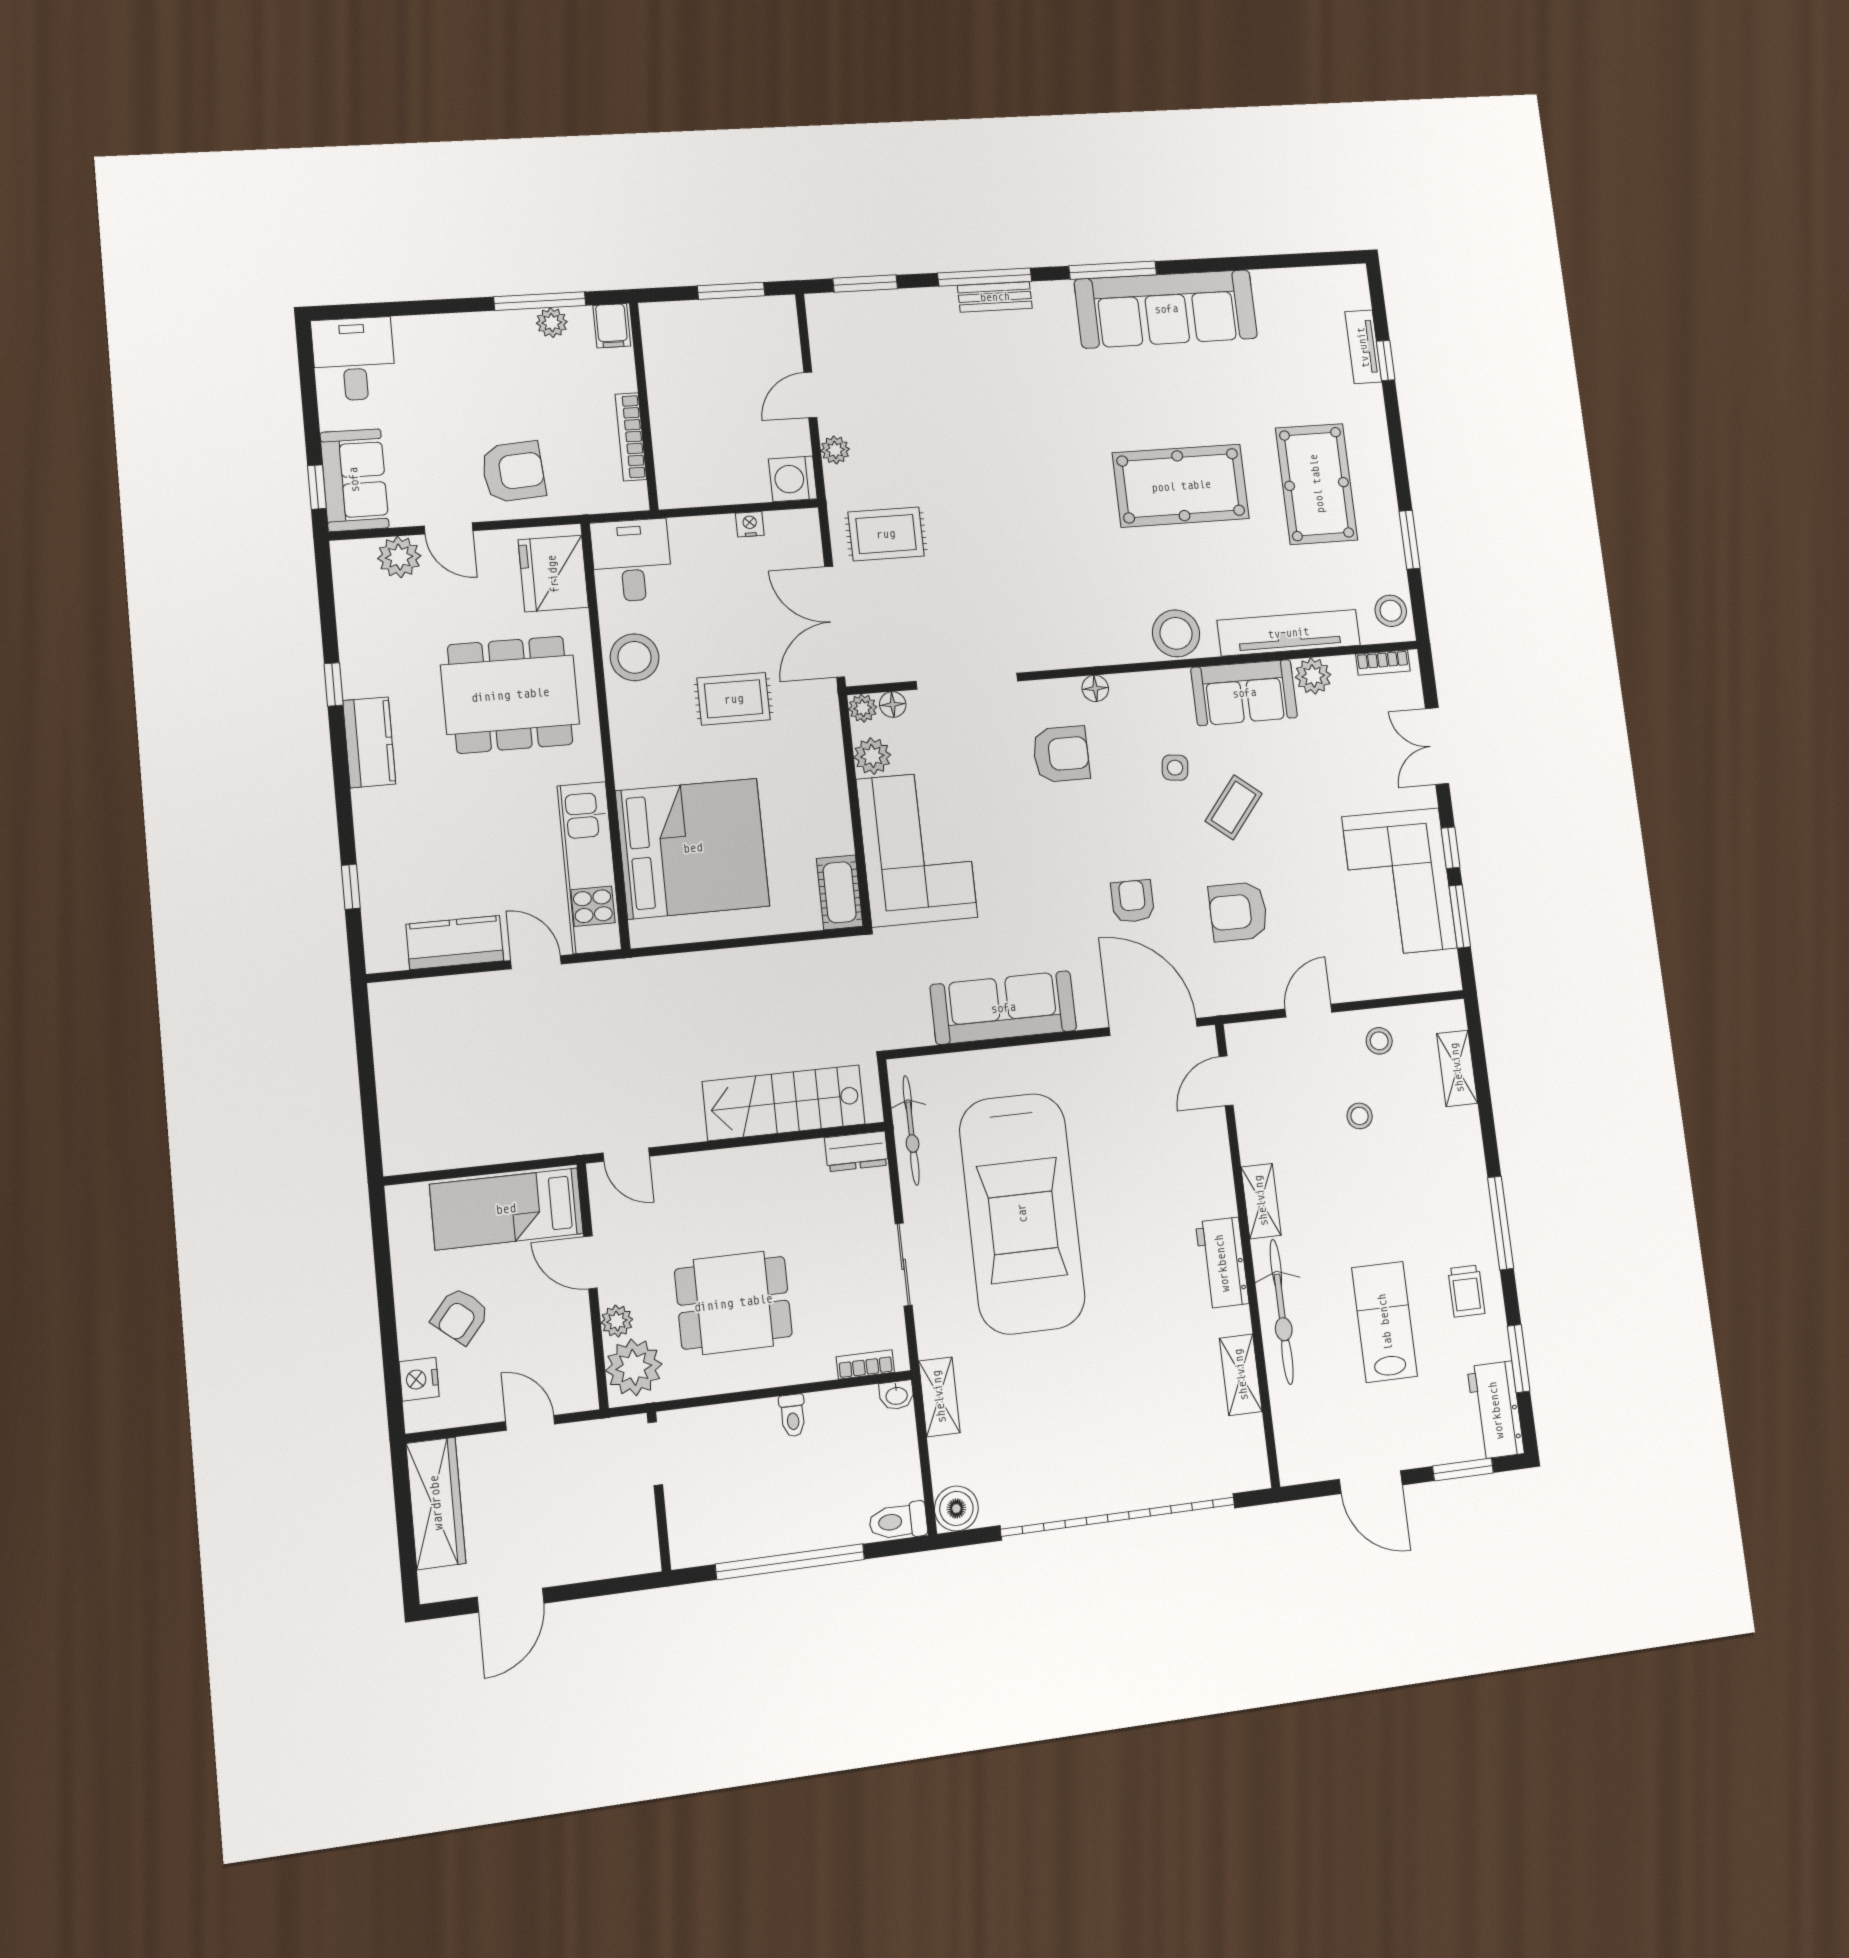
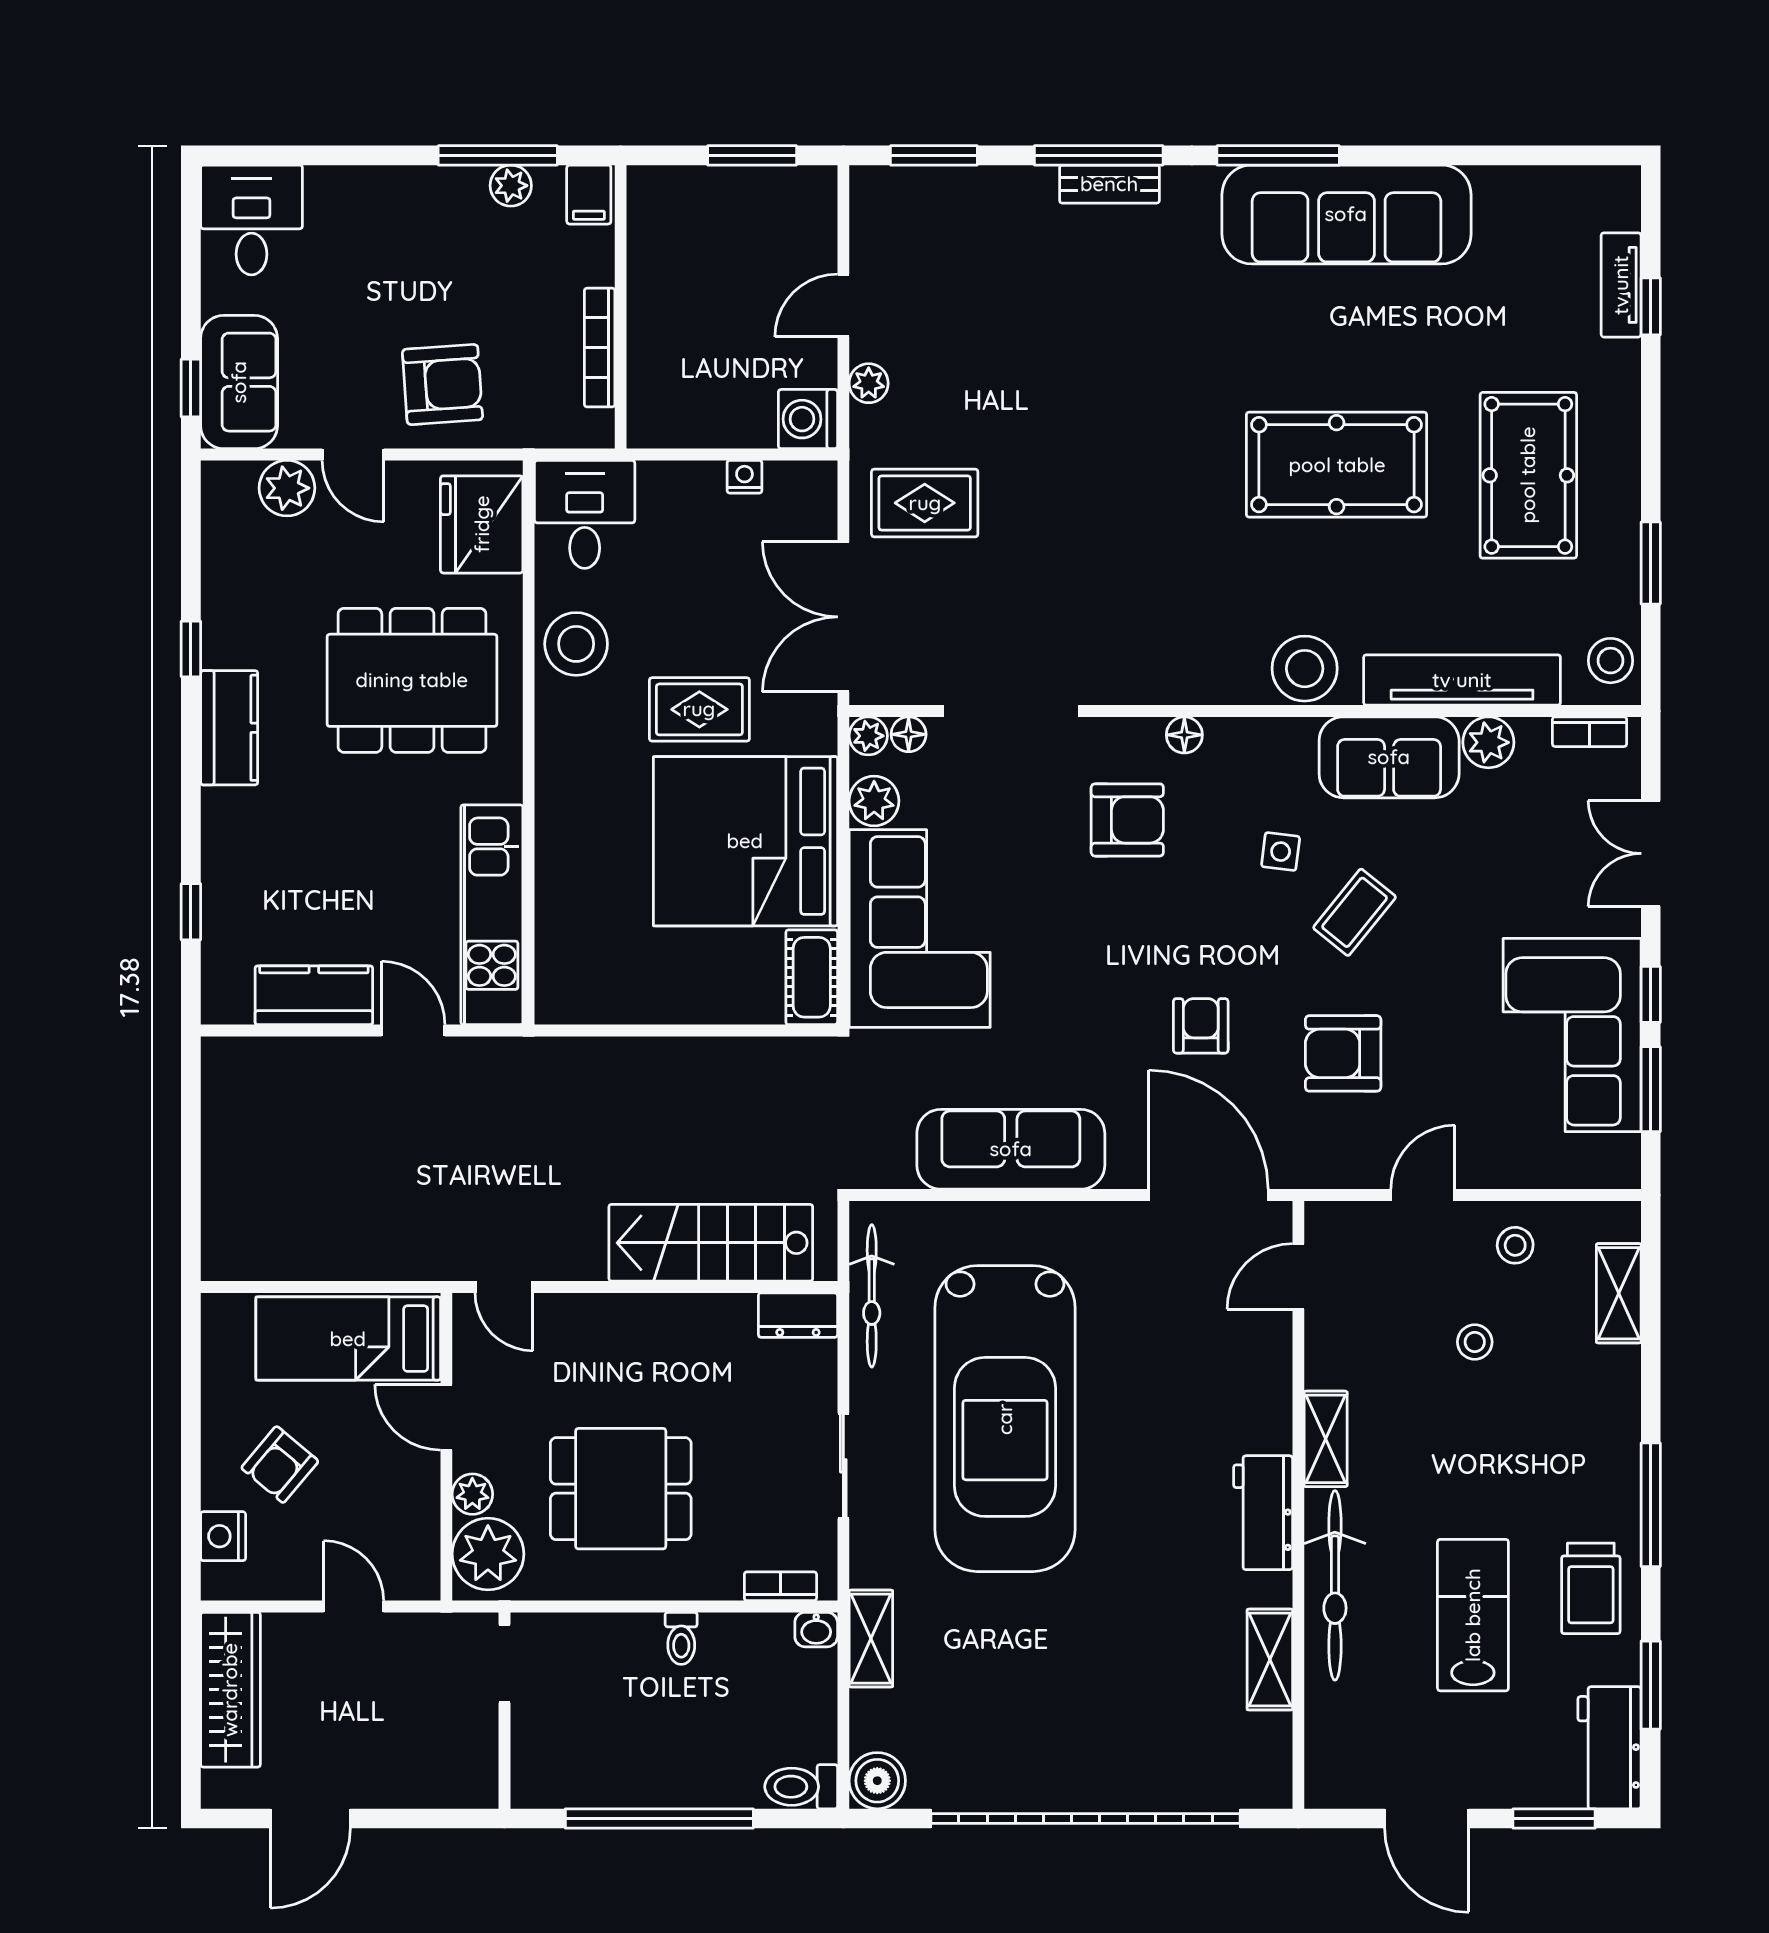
bed: (693, 848) -> (745, 841), moved, turned 180
trolley: (1466, 1291) -> (1591, 1588), width x1.36, depth x1.39

